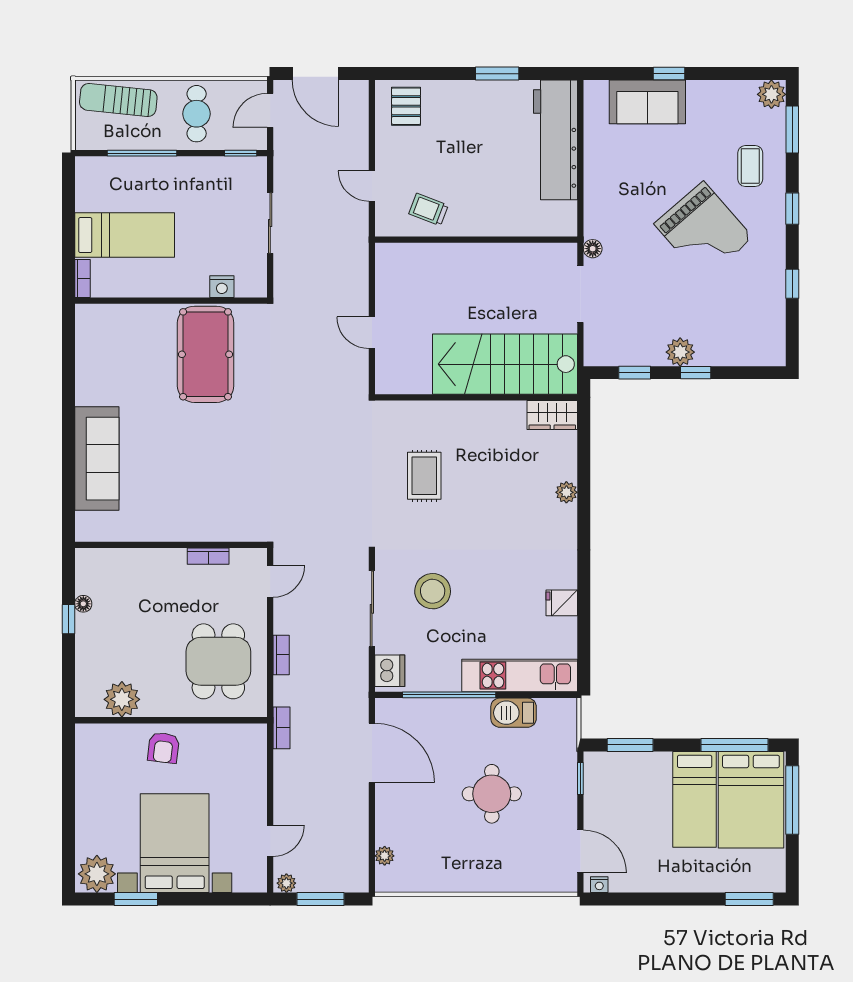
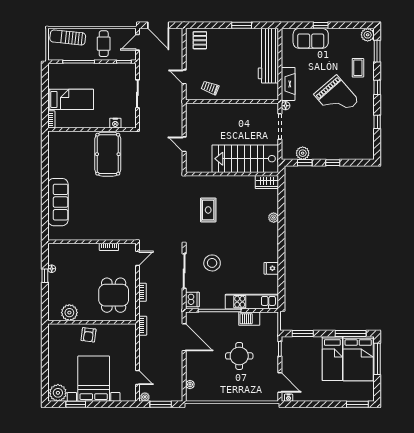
fireplace: (598, 201) -> (288, 84), added
plant: (680, 352) -> (303, 153), moved
door: (270, 841) -> (137, 378), hinge flipped

